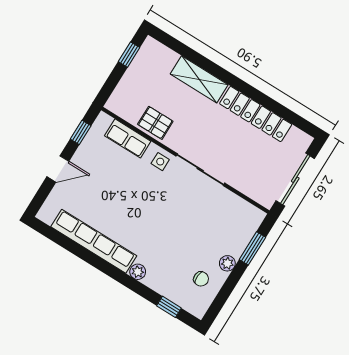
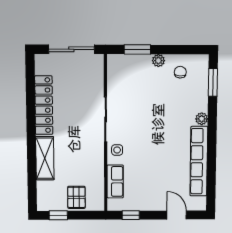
pallet: (155, 123) -> (76, 197), moved
door: (58, 169) -> (177, 215), moved
window: (169, 307) -> (213, 82), width x1.50

